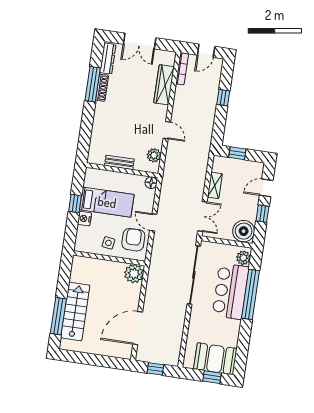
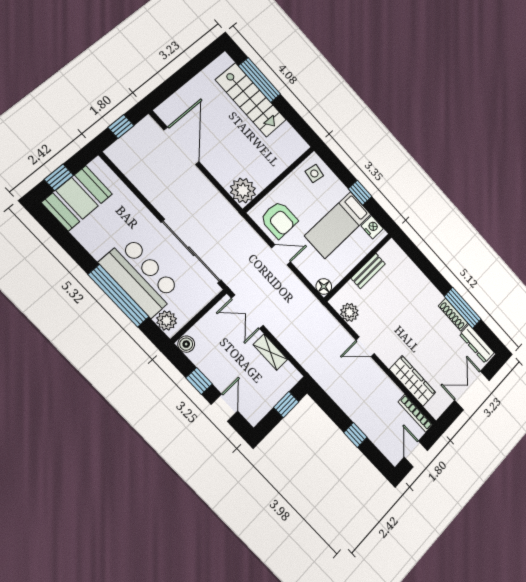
nightstand: (84, 219) -> (372, 227), moved
boiler: (244, 231) -> (186, 344), width x0.54, depth x0.54
side table: (108, 243) -> (314, 173), moved

